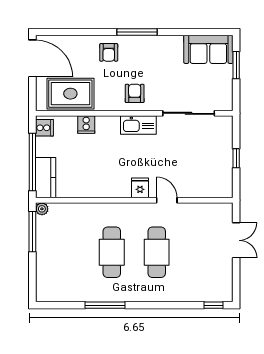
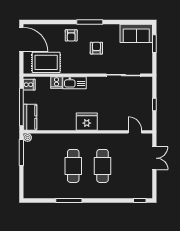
armchair: (135, 93) -> (96, 48), moved
kitchen sink: (138, 125) -> (74, 83), moved
fridge: (140, 188) -> (87, 122), width x1.88, depth x1.34
door: (167, 200) -> (135, 132), moved

